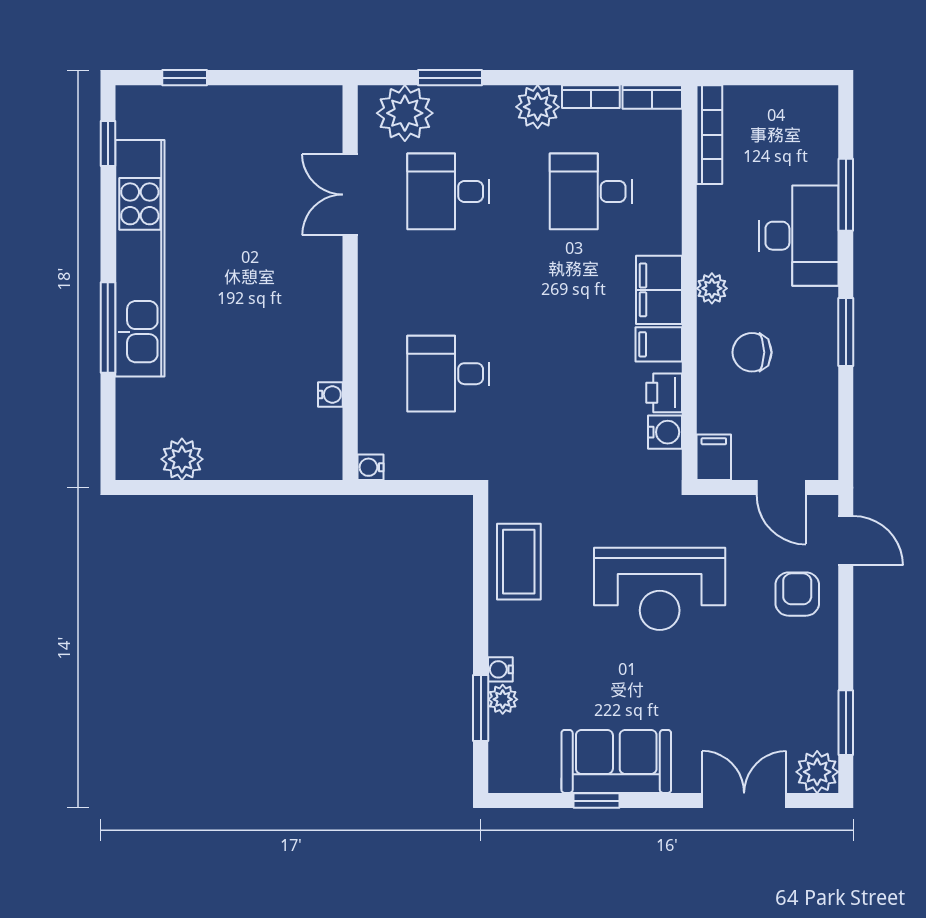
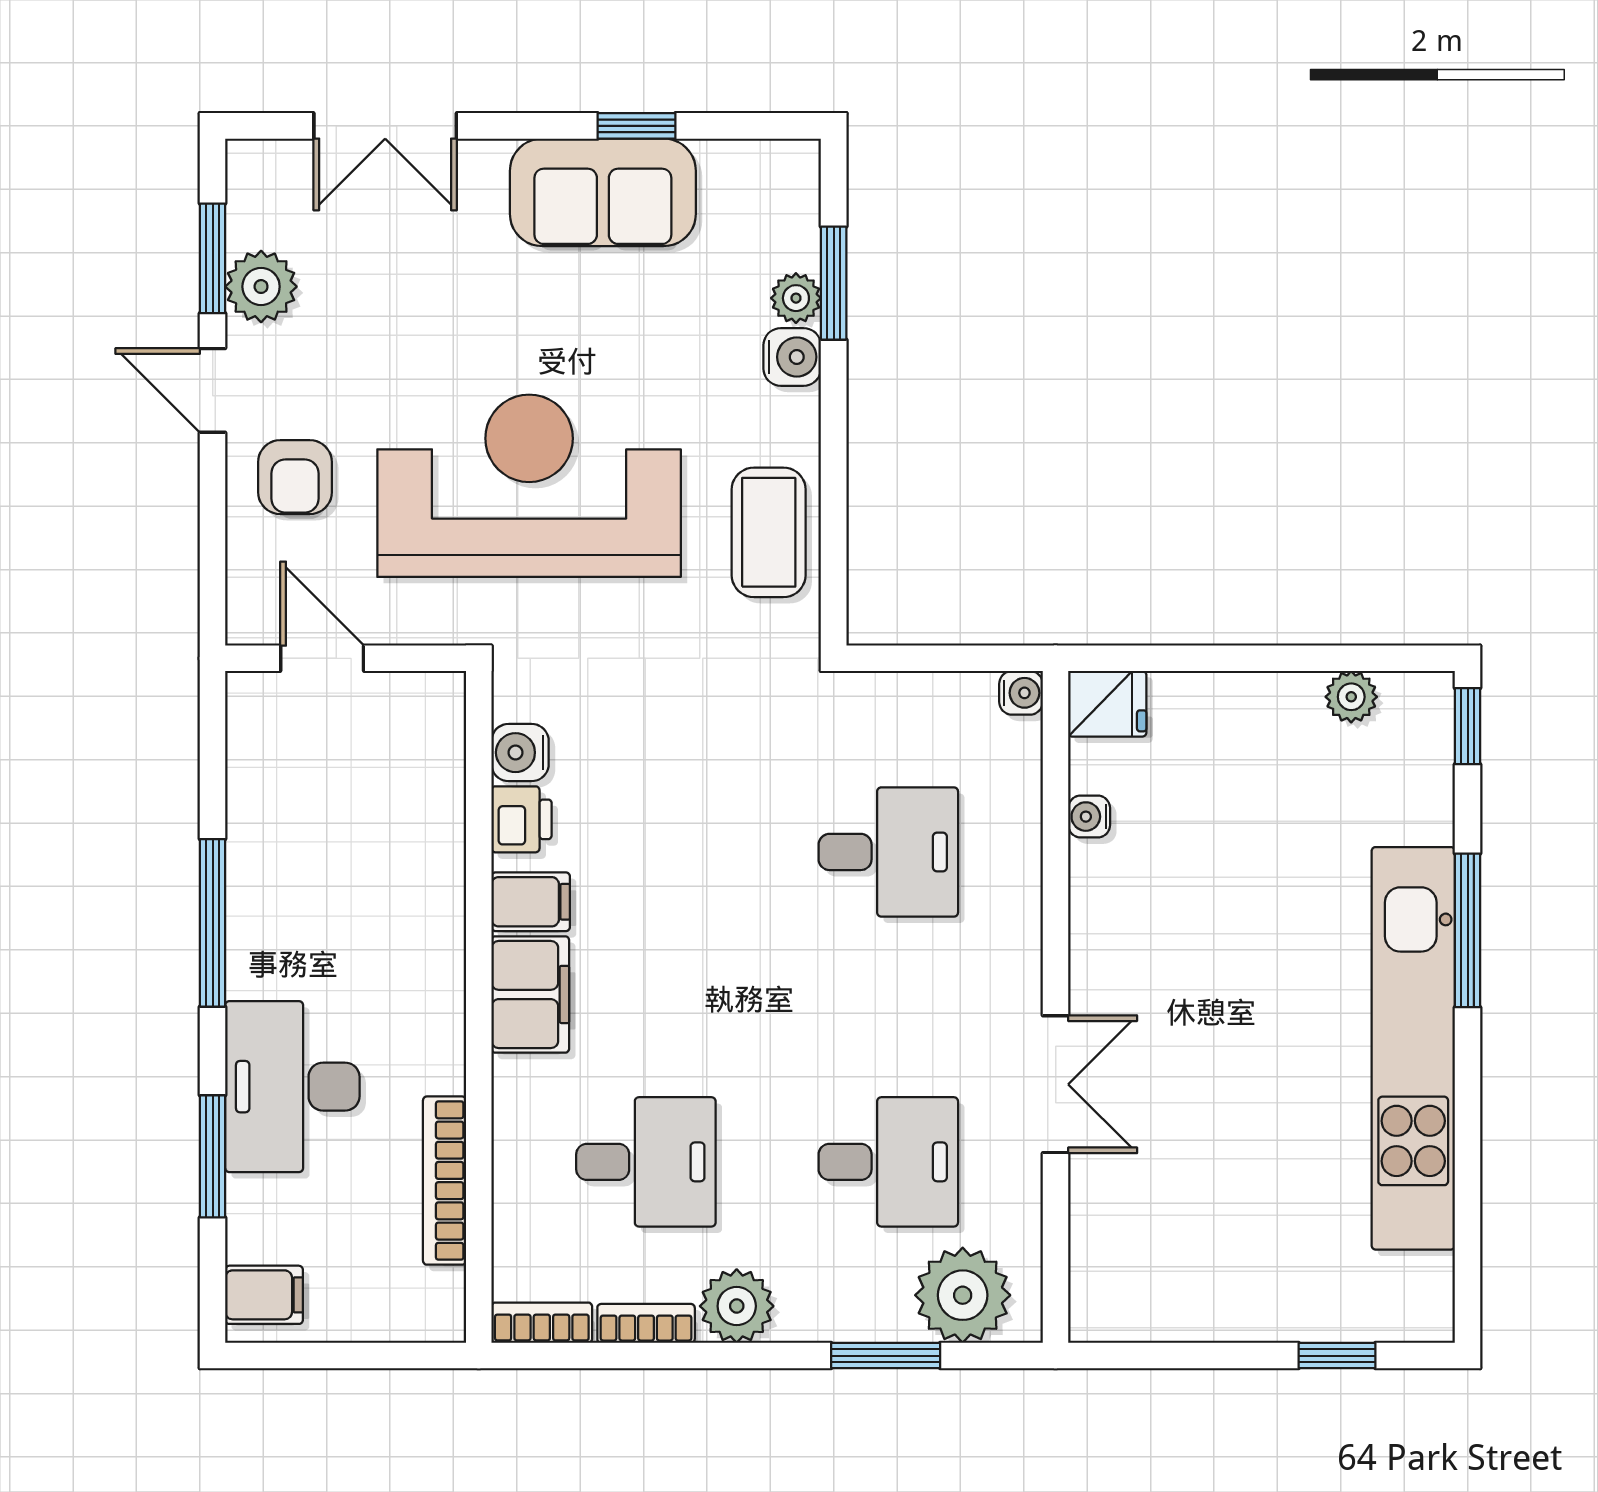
bookcase: (709, 135) -> (445, 1181), moved
window: (108, 143) -> (1468, 726), moved
double door: (350, 195) -> (1056, 1084), moved
plant: (712, 288) -> (440, 997), removed
window: (846, 332) -> (213, 923), width x1.44
chair: (752, 352) -> (372, 888), removed
filing cabinet: (714, 457) -> (264, 1295), moved, turned -90
plant: (182, 459) -> (1351, 697), width x0.73, depth x0.73
fridge: (320, 461) -> (1107, 704), added
door: (846, 541) -> (213, 390), moved
reception desk: (660, 589) -> (529, 486), width x1.36, depth x1.30
water cooler: (500, 669) -> (792, 357), width x1.38, depth x1.38
plant: (817, 772) -> (261, 287), moved

